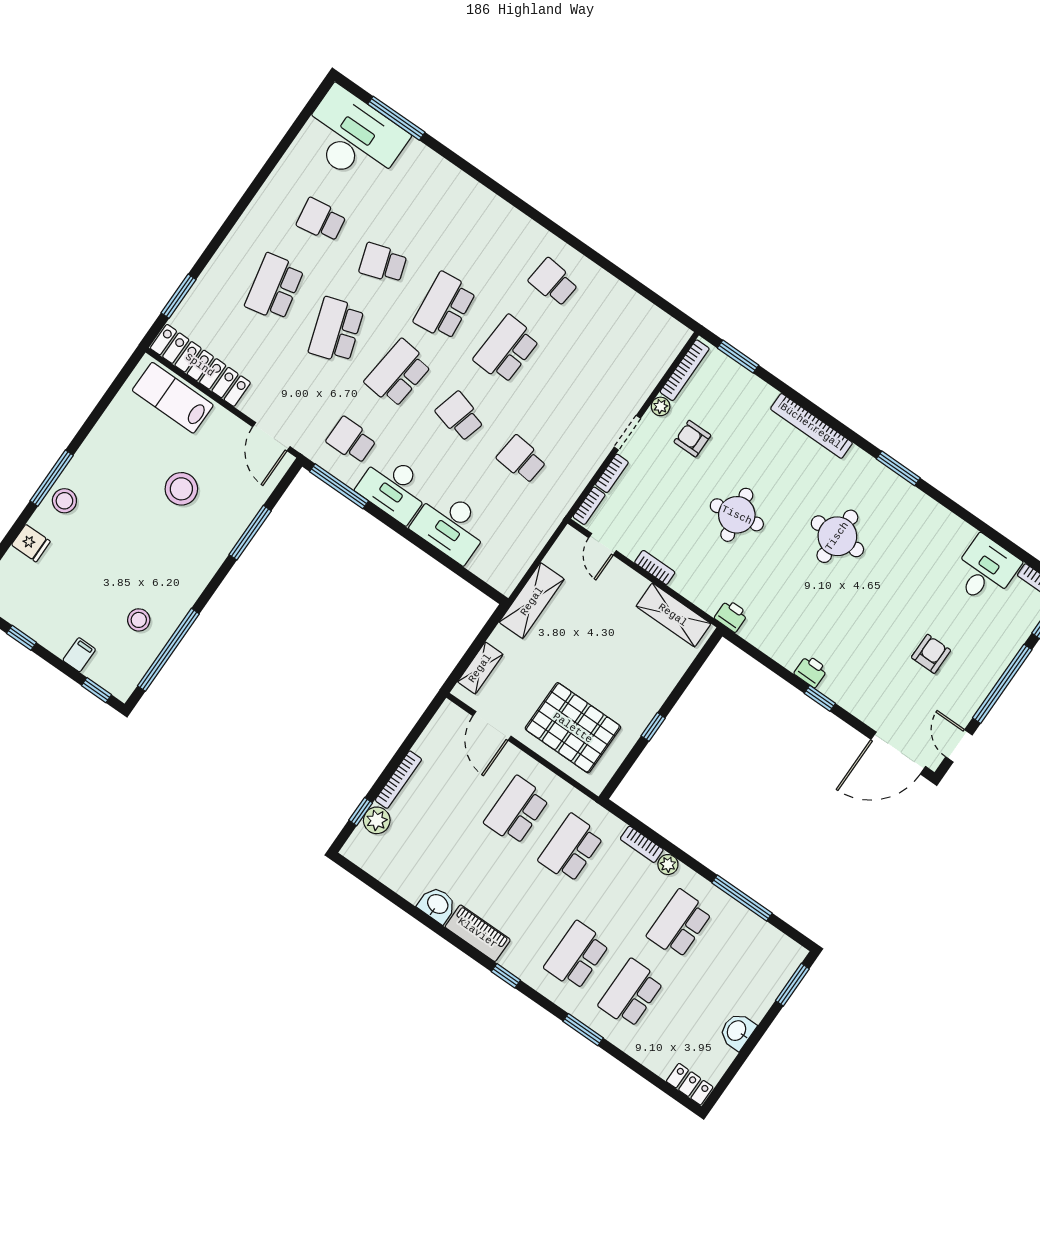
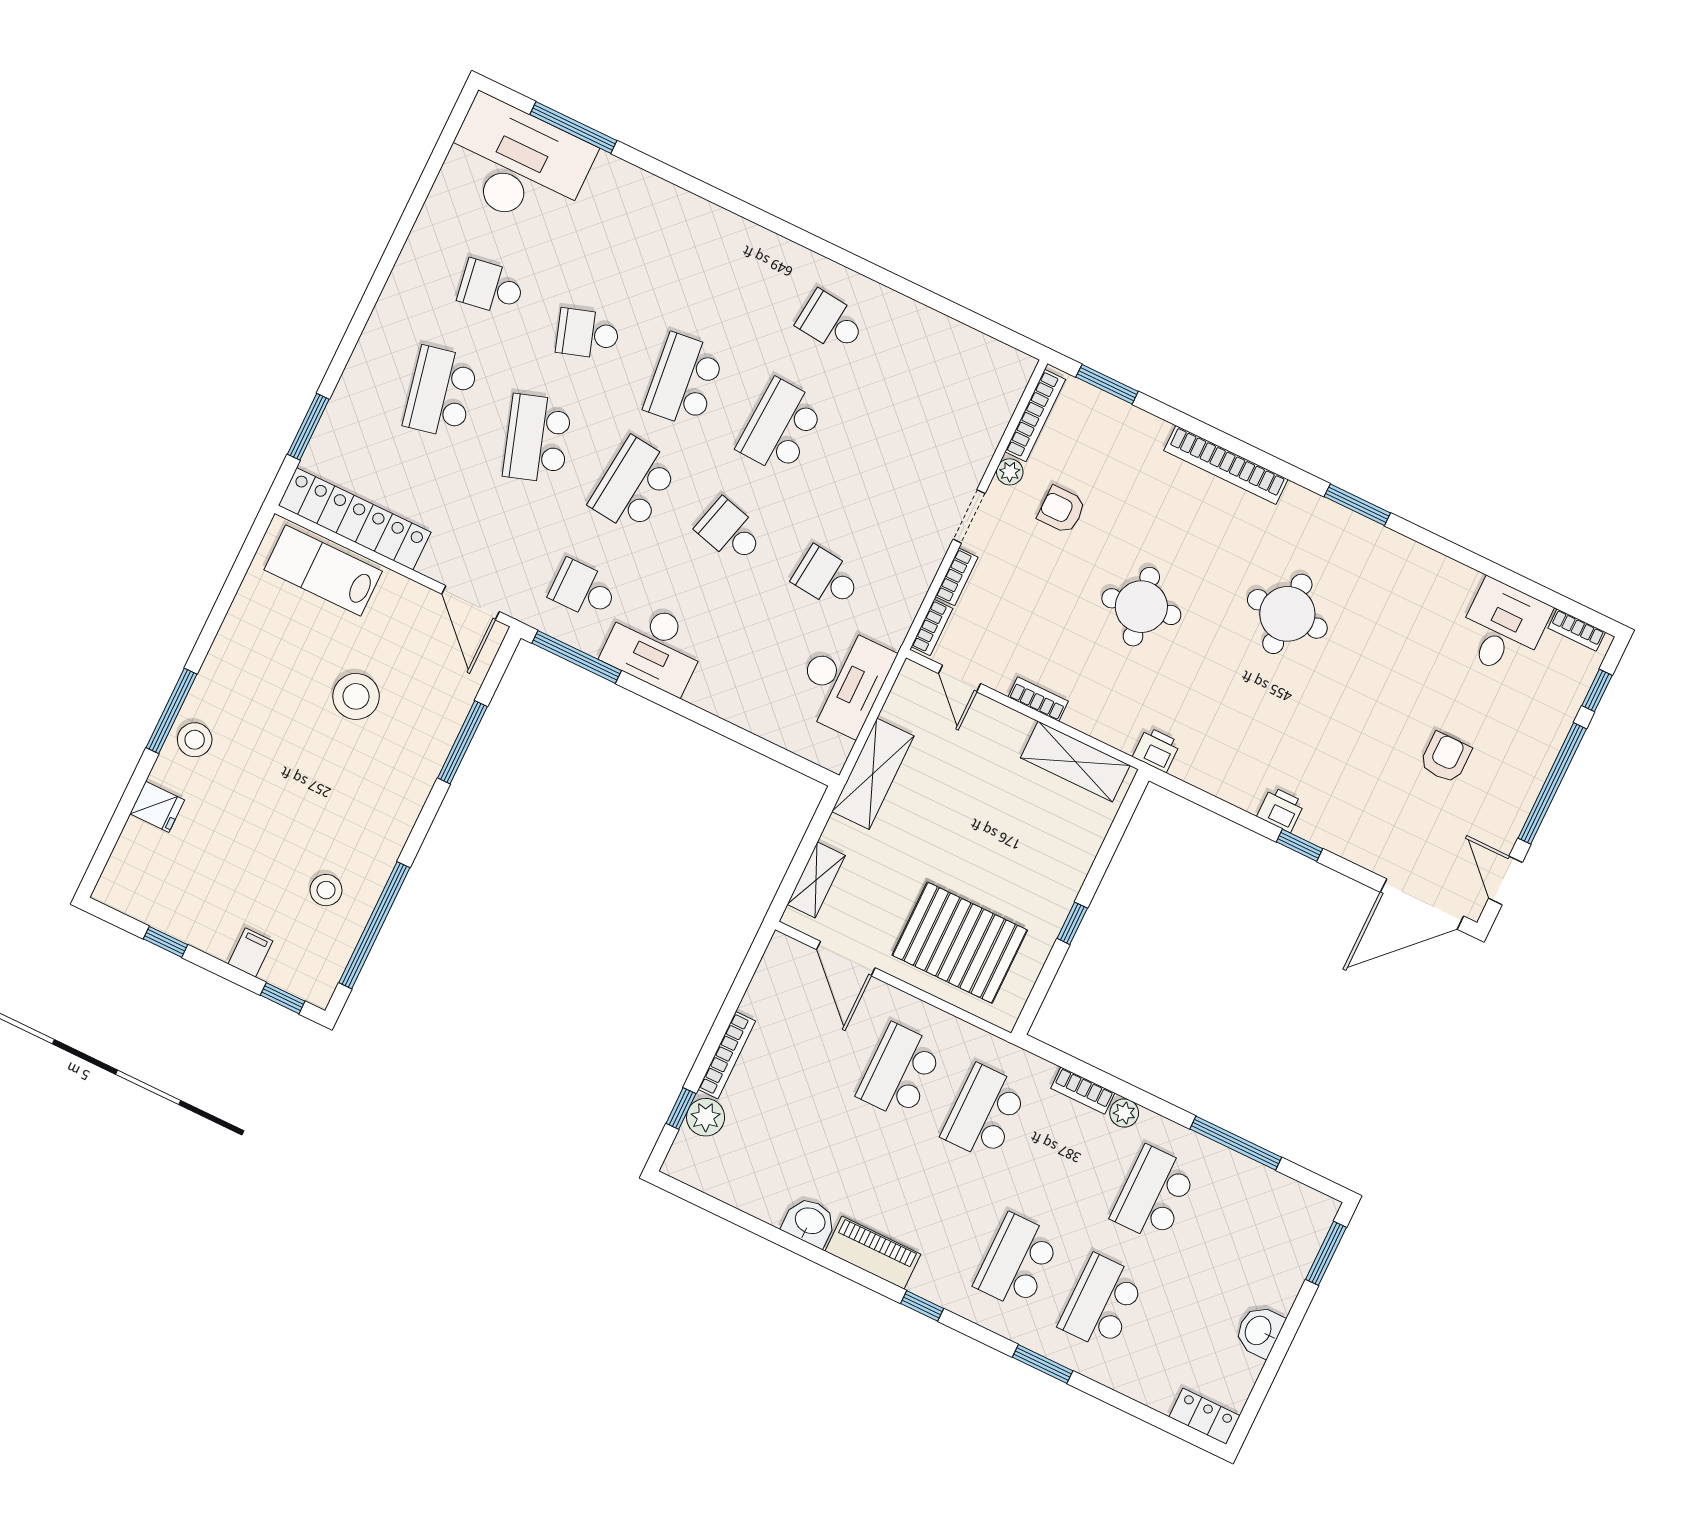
desk: (451, 526) -> (843, 681), moved, turned -90

